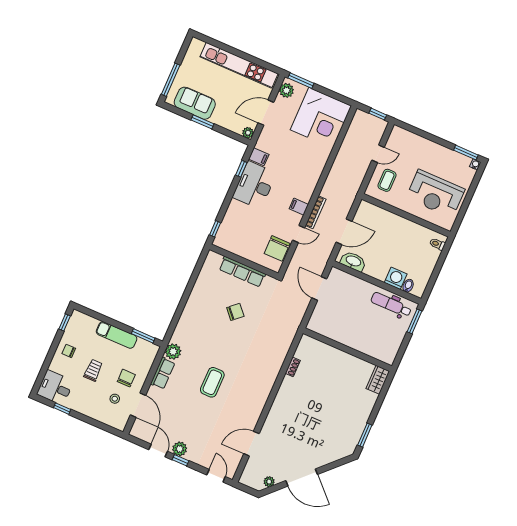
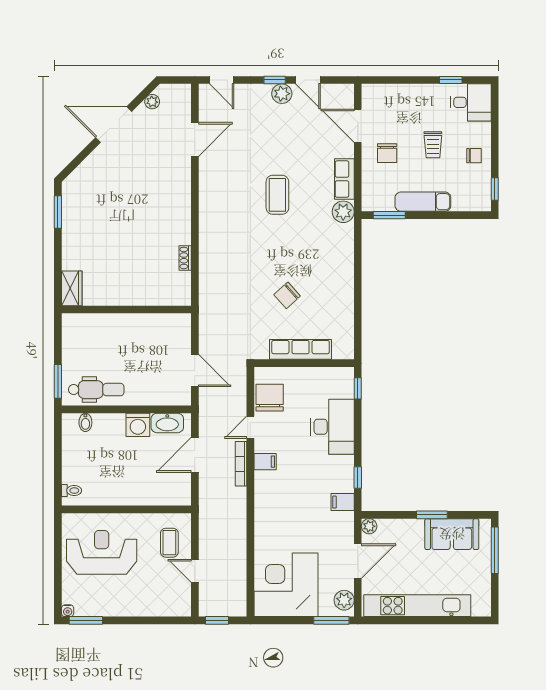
door: (378, 154) -> (195, 571), hinge flipped
desk: (254, 185) -> (332, 427), moved
washing machine: (396, 278) -> (138, 425), moved
stool: (115, 399) -> (390, 121), removed

